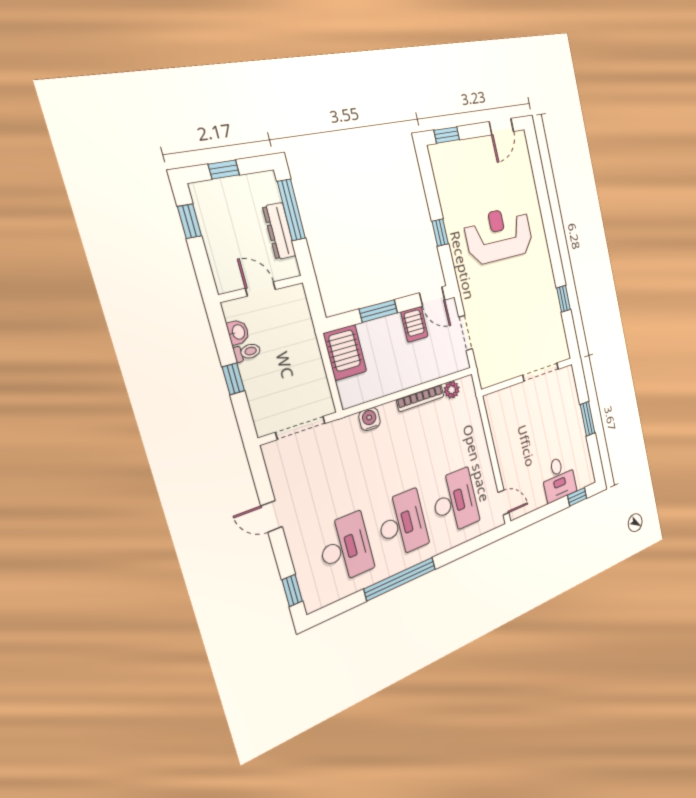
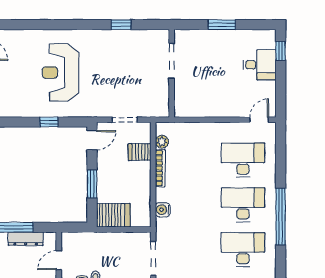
server rack: (414, 324) -> (140, 152), moved, turned 180

